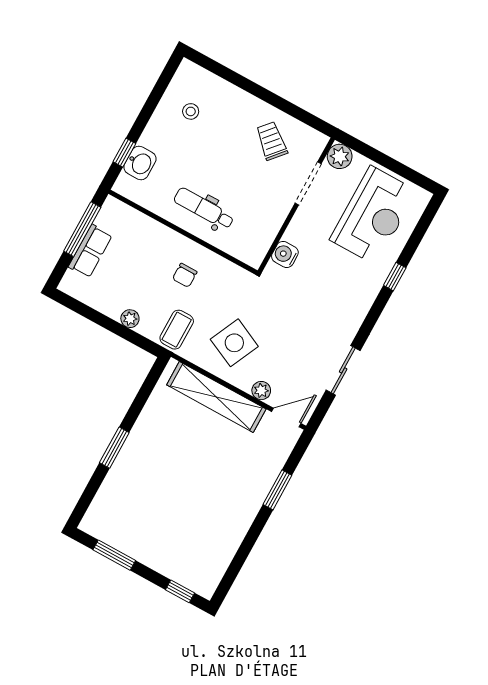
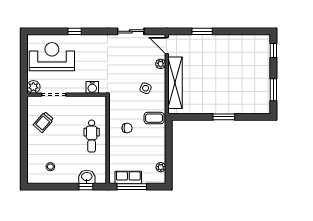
row of seats: (90, 251) -> (128, 177), moved
plant: (130, 319) -> (161, 167), moved
side table: (234, 343) -> (146, 88), width x0.54, depth x0.54

